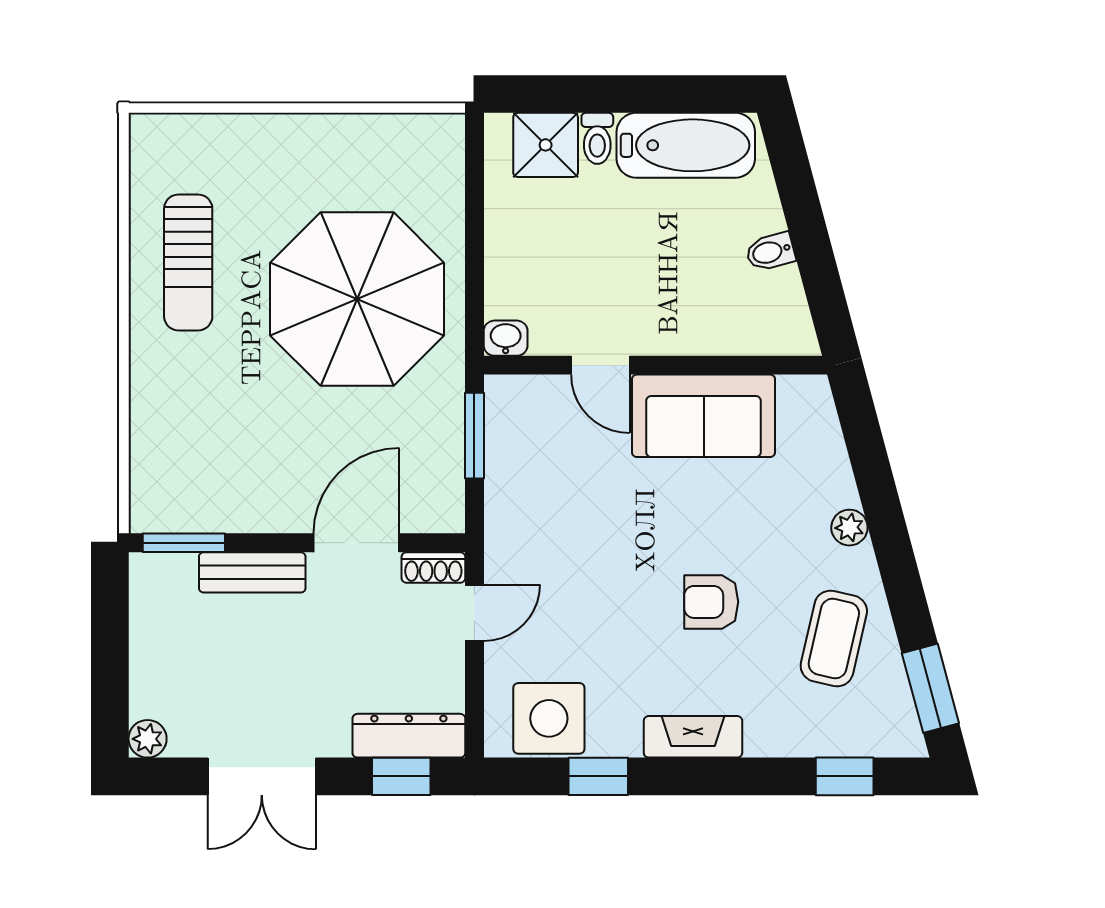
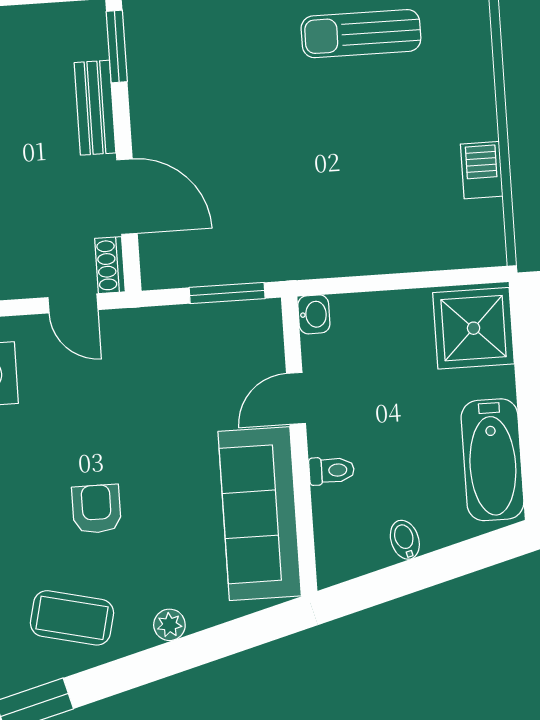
barbecue: (354, 135) -> (482, 170), added
toilet: (597, 138) -> (332, 470), moved, turned 180
shower: (546, 145) -> (474, 328), width x1.36, depth x1.36
parasol: (357, 299) -> (339, 183), removed
sofa: (704, 416) -> (260, 514), width x1.36

